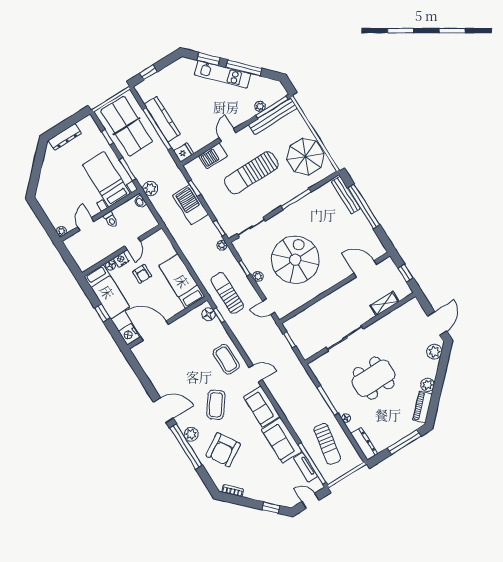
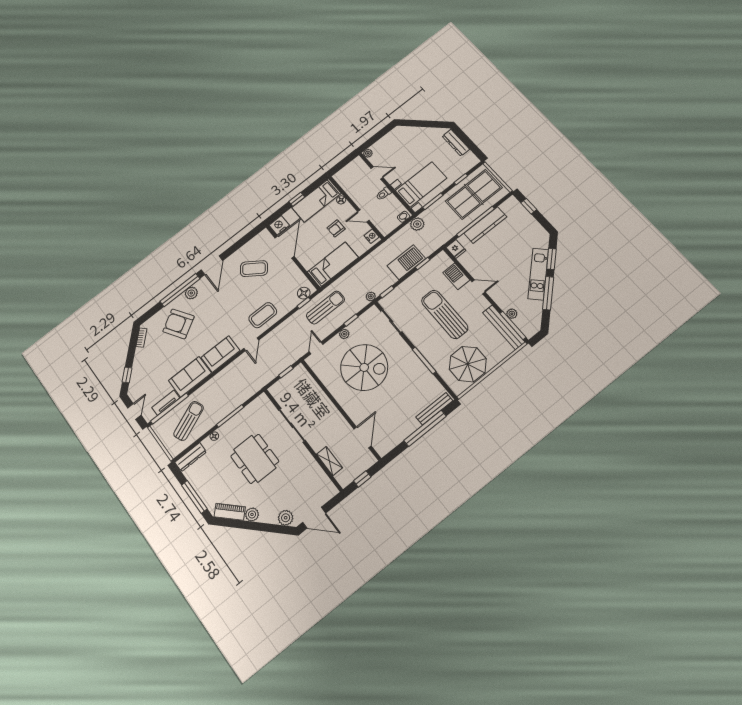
nightstand: (121, 260) -> (372, 236), moved
coffee table: (216, 405) -> (254, 269), moved
sun lounger: (327, 444) -> (189, 421), turned 147

